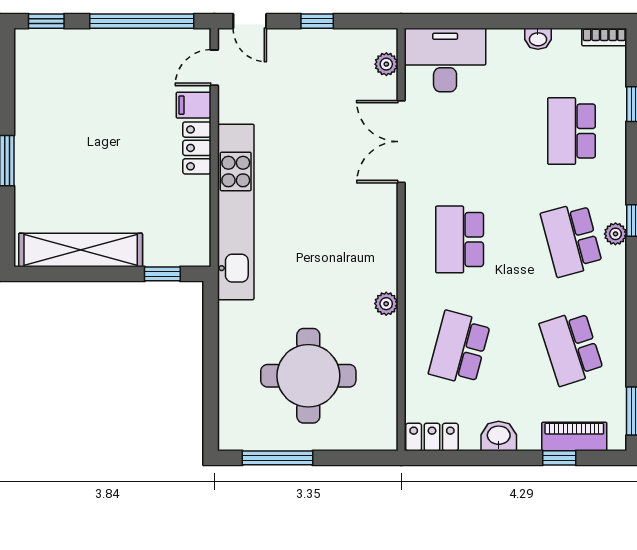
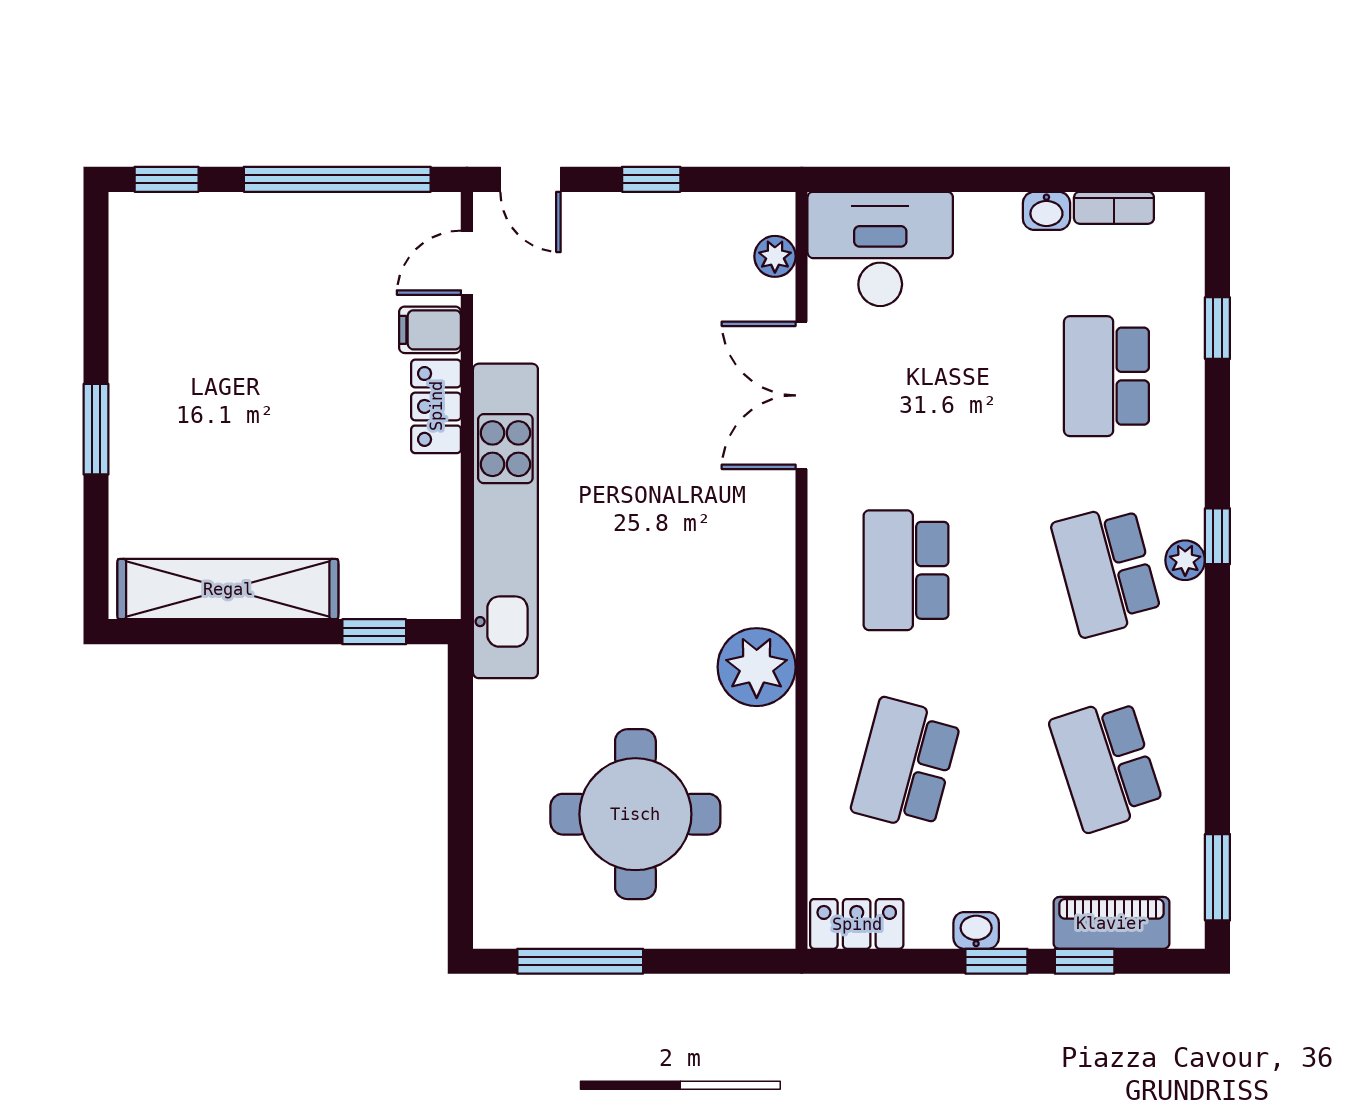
bookcase: (604, 37) -> (1114, 208), moved
plant: (386, 304) -> (757, 667), width x1.88, depth x1.88
washbasin: (499, 436) -> (976, 930), width x0.72, depth x0.69
window: (510, 458) -> (996, 961), added

